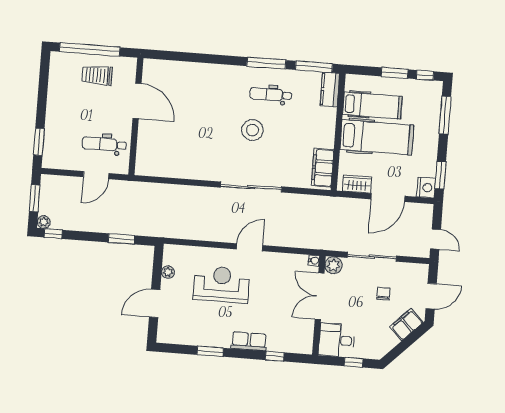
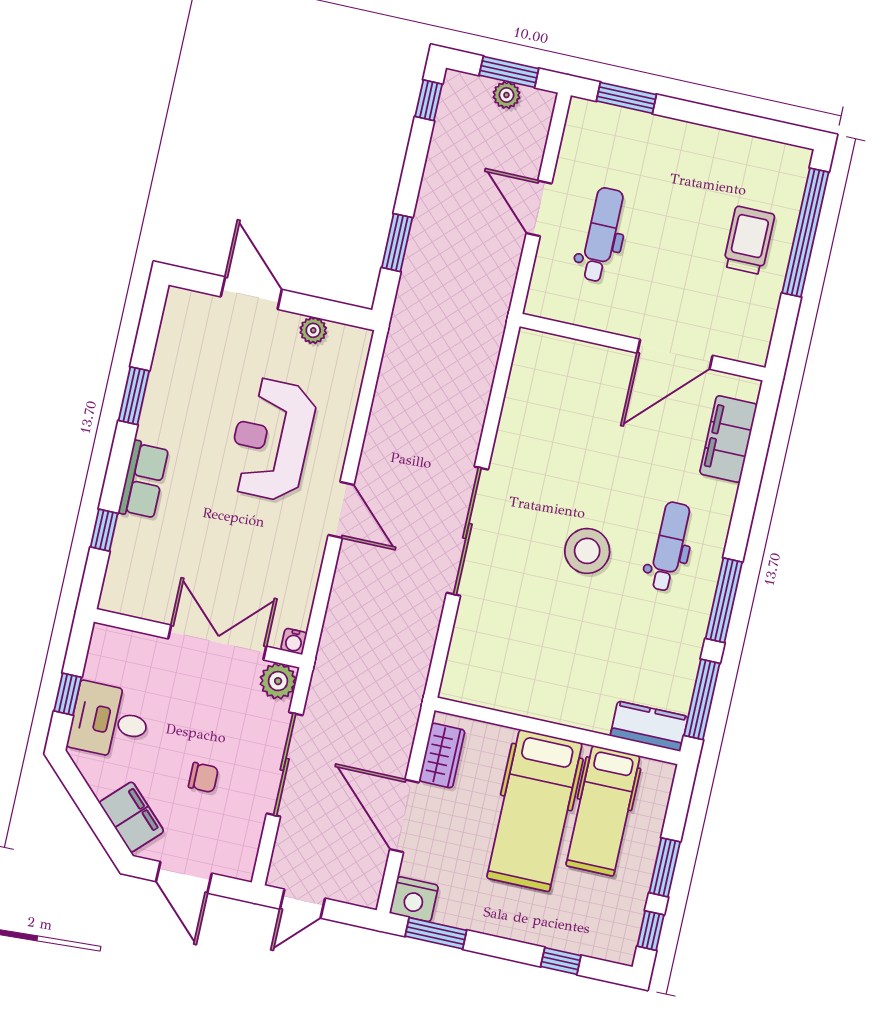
dental chair: (271, 94) -> (669, 546), moved
door: (137, 101) -> (675, 354), moved
window: (445, 115) -> (561, 961), width x0.46
wall: (136, 116) -> (642, 347), moved
filing cabinet: (323, 168) -> (728, 439), moved, turned -90
plant: (44, 222) -> (506, 95), moved
reception desk: (222, 284) -> (271, 440), turned 180
desk: (337, 340) -> (110, 721), moved, turned -90

